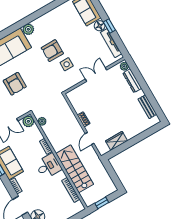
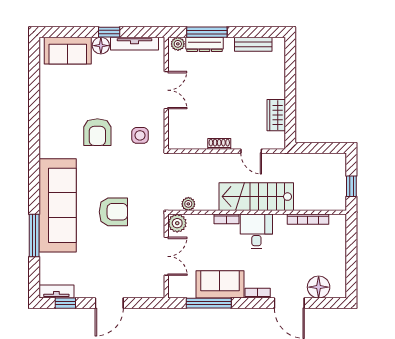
plant: (28, 29) -> (48, 149), removed
side table: (67, 64) -> (140, 135), moved
double door: (96, 74) -> (166, 90), swing flipped
window: (140, 78) -> (207, 32), added
stairs: (75, 169) -> (256, 197), moved

